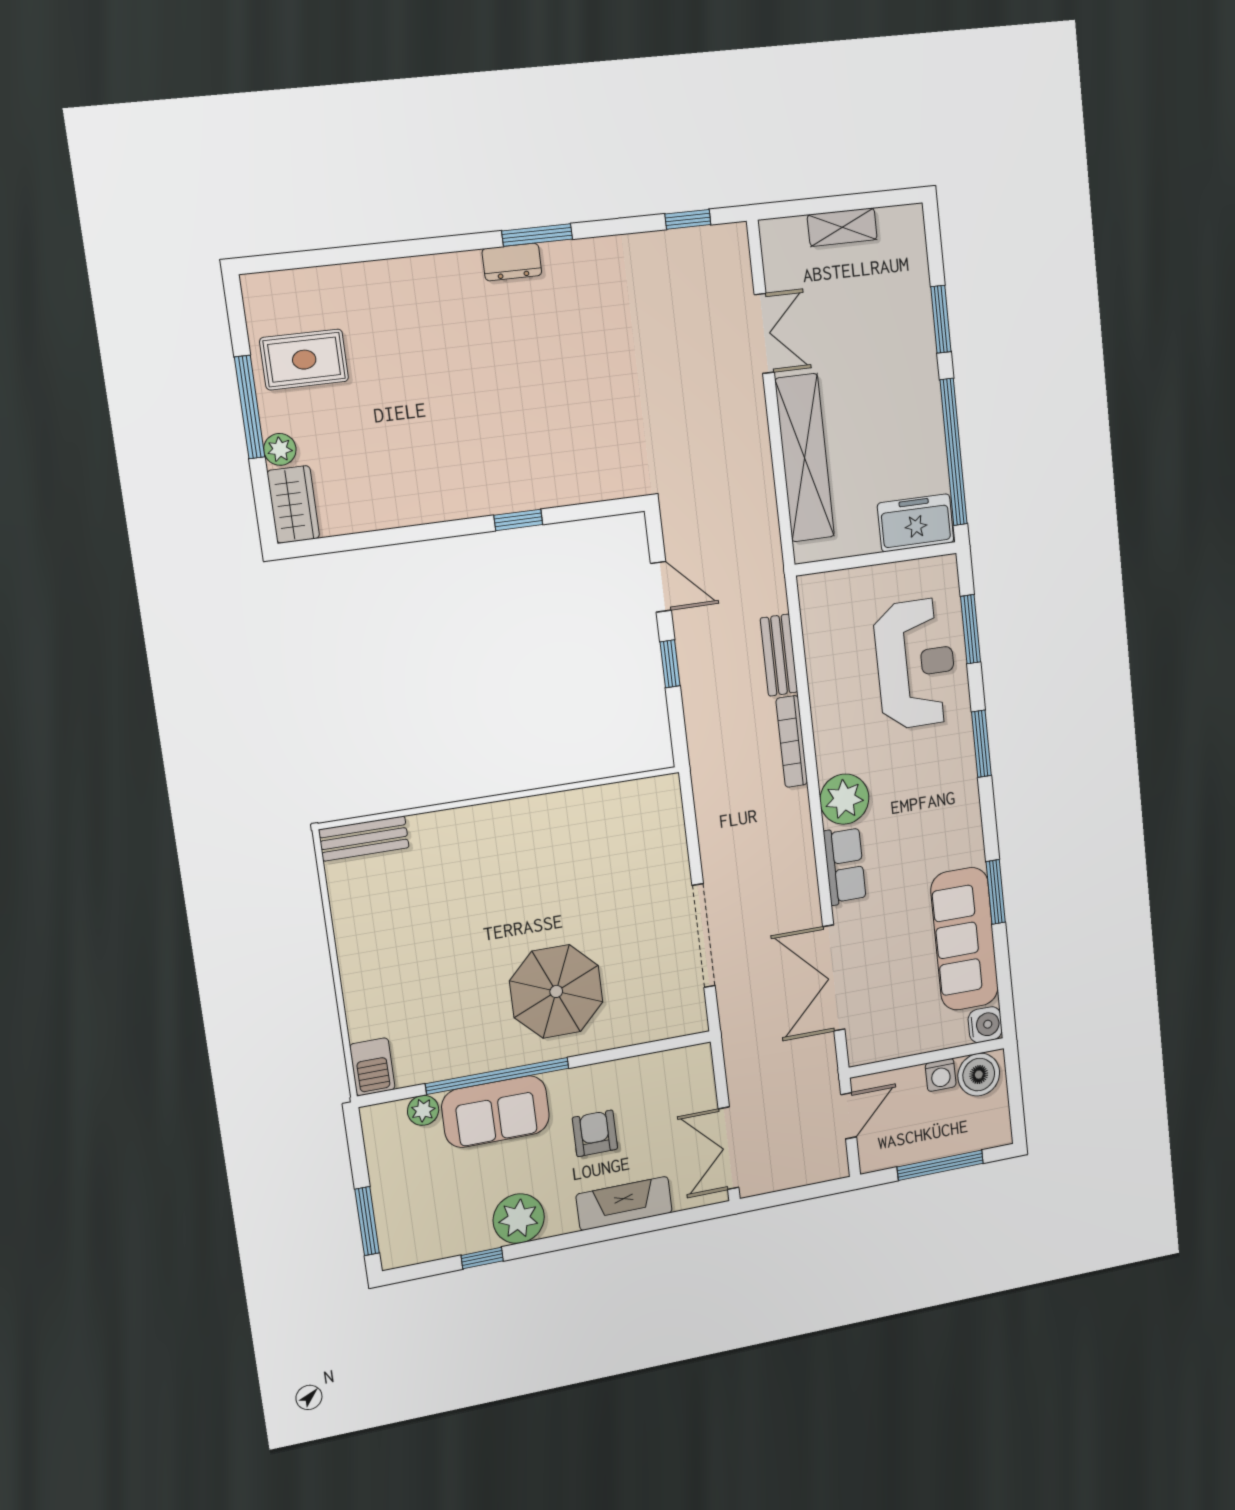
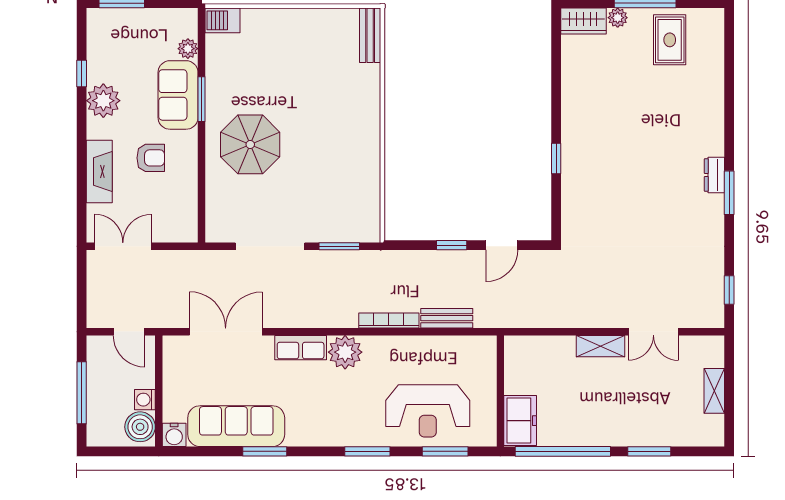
shelving: (805, 458) -> (600, 346), width x0.45, depth x0.75
window: (692, 833) -> (339, 246), added
window: (497, 1076) -> (201, 99), width x0.47

